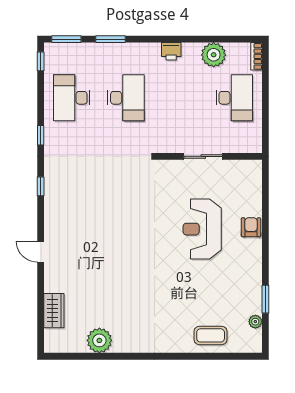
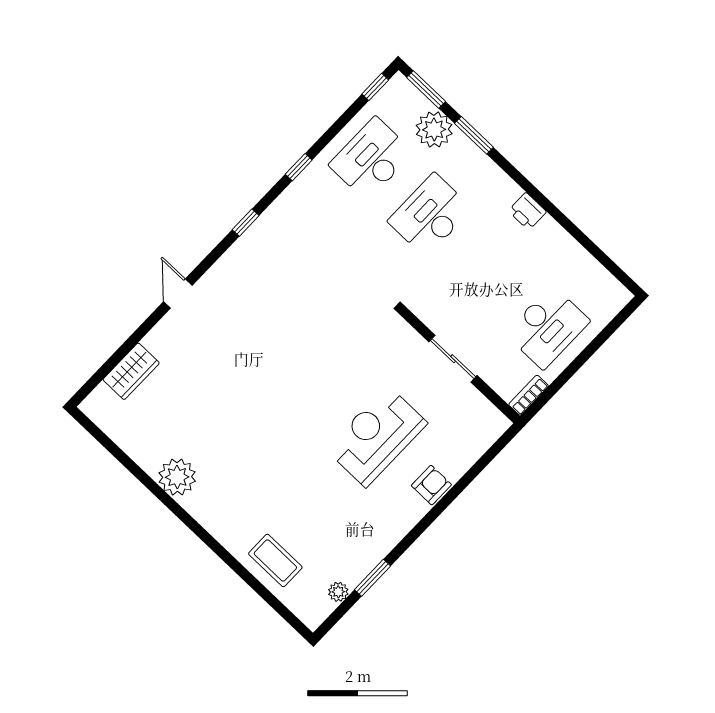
plant: (214, 55) -> (434, 130), moved
bookcase: (256, 56) -> (529, 395), moved
desk: (126, 98) -> (430, 215), turned 180
plant: (99, 340) -> (177, 477), moved

